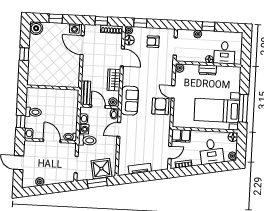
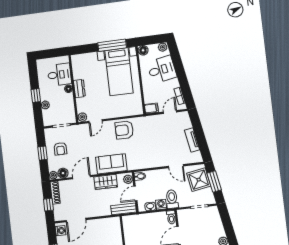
window: (140, 23) -> (42, 153), moved
door: (173, 92) -> (95, 121), moved
sofa: (130, 101) -> (111, 164), moved
door: (119, 129) -> (176, 166), moved
filing cabinet: (181, 136) -> (151, 108), width x0.50
door: (170, 152) -> (170, 112), hinge flipped

